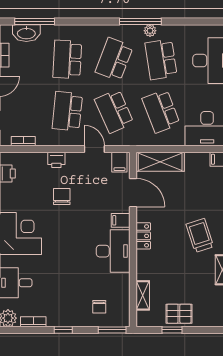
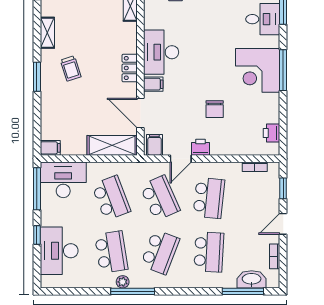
door: (94, 149) -> (181, 159), hinge flipped
printer: (56, 160) -> (200, 147), moved
trolley: (200, 235) -> (71, 68), width x0.73, depth x0.72

